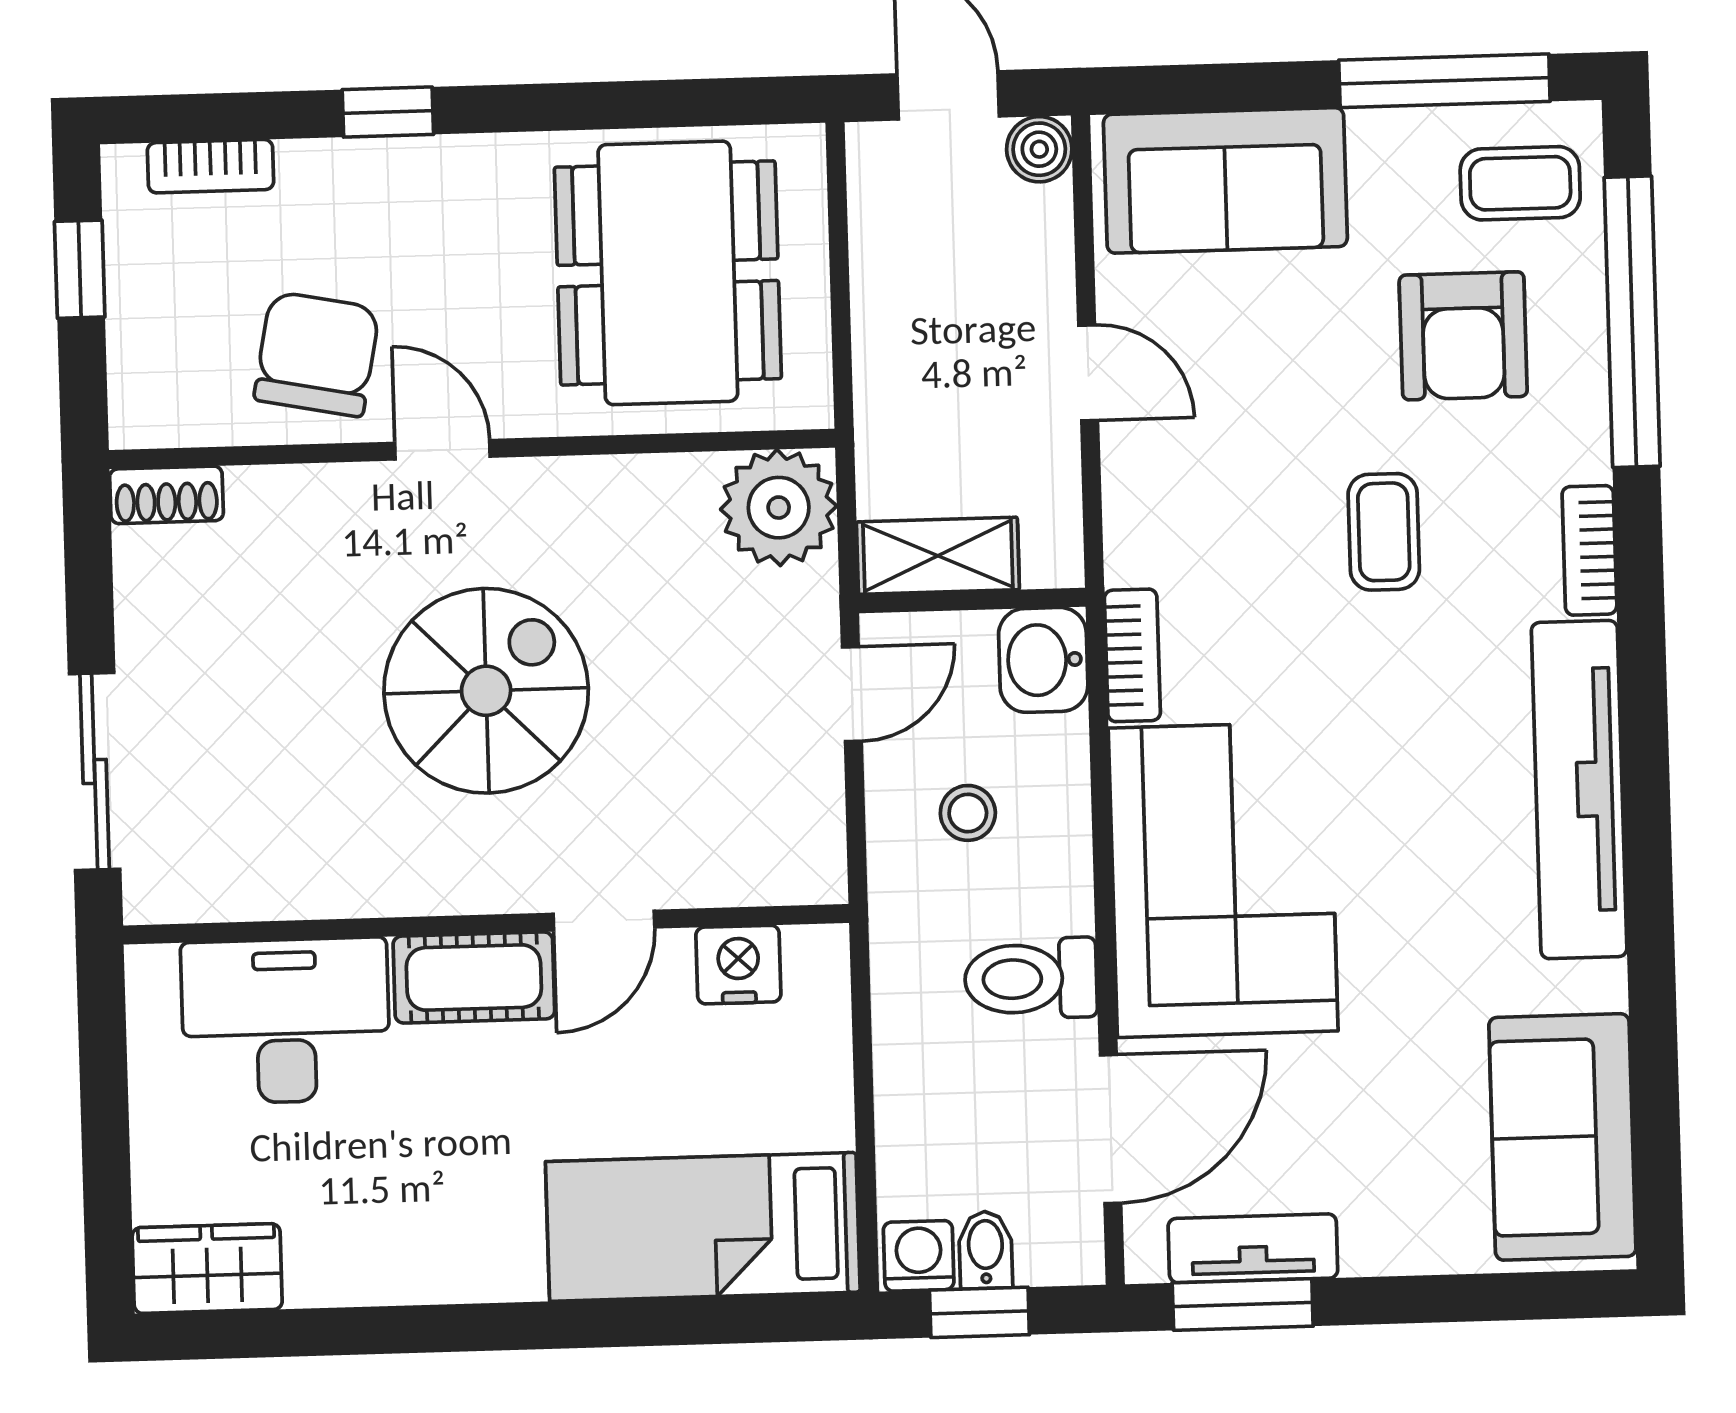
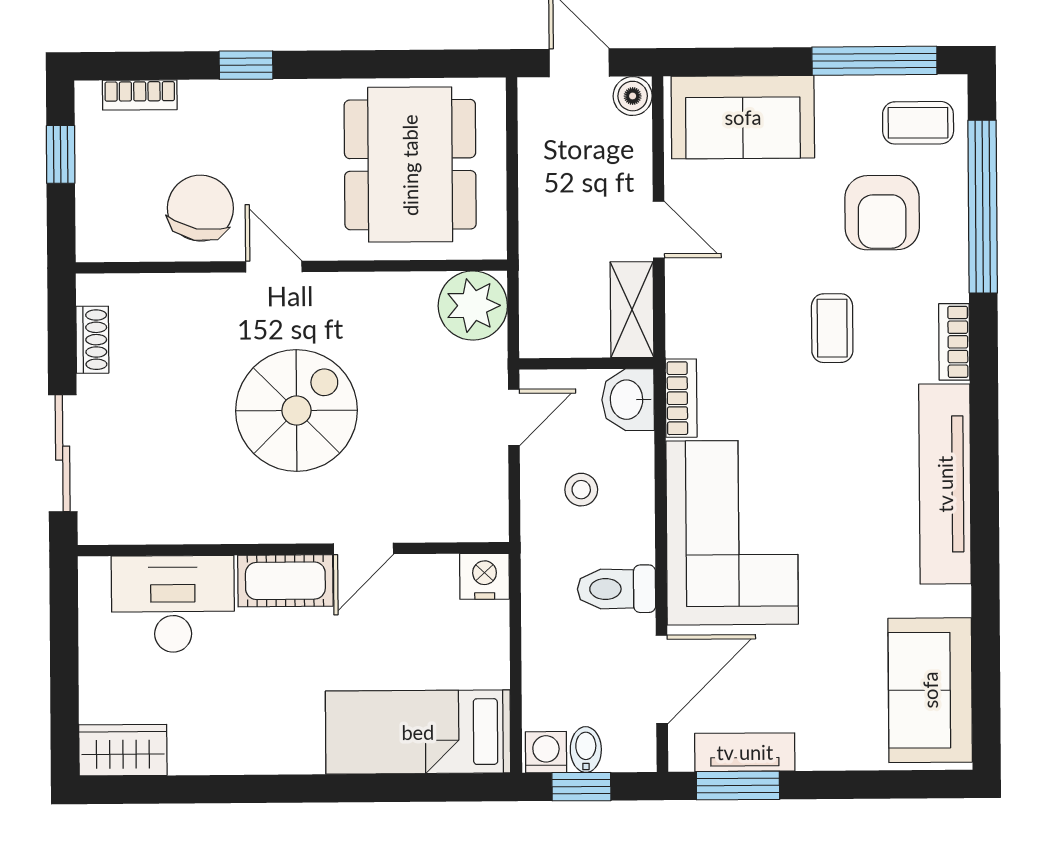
shoe rack: (167, 495) -> (92, 340), moved, turned -90
shelving: (938, 556) -> (632, 310), moved, turned 90
nightstand: (738, 965) -> (485, 576), moved

